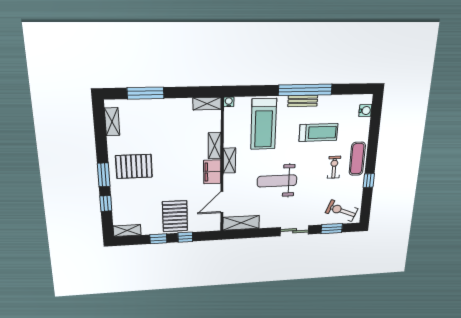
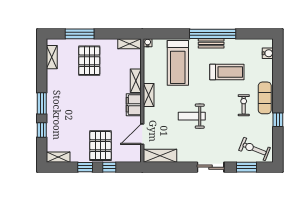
pallet: (134, 166) -> (89, 61), moved, turned 90
weight bench: (277, 181) -> (192, 116), width x0.73, depth x0.75

